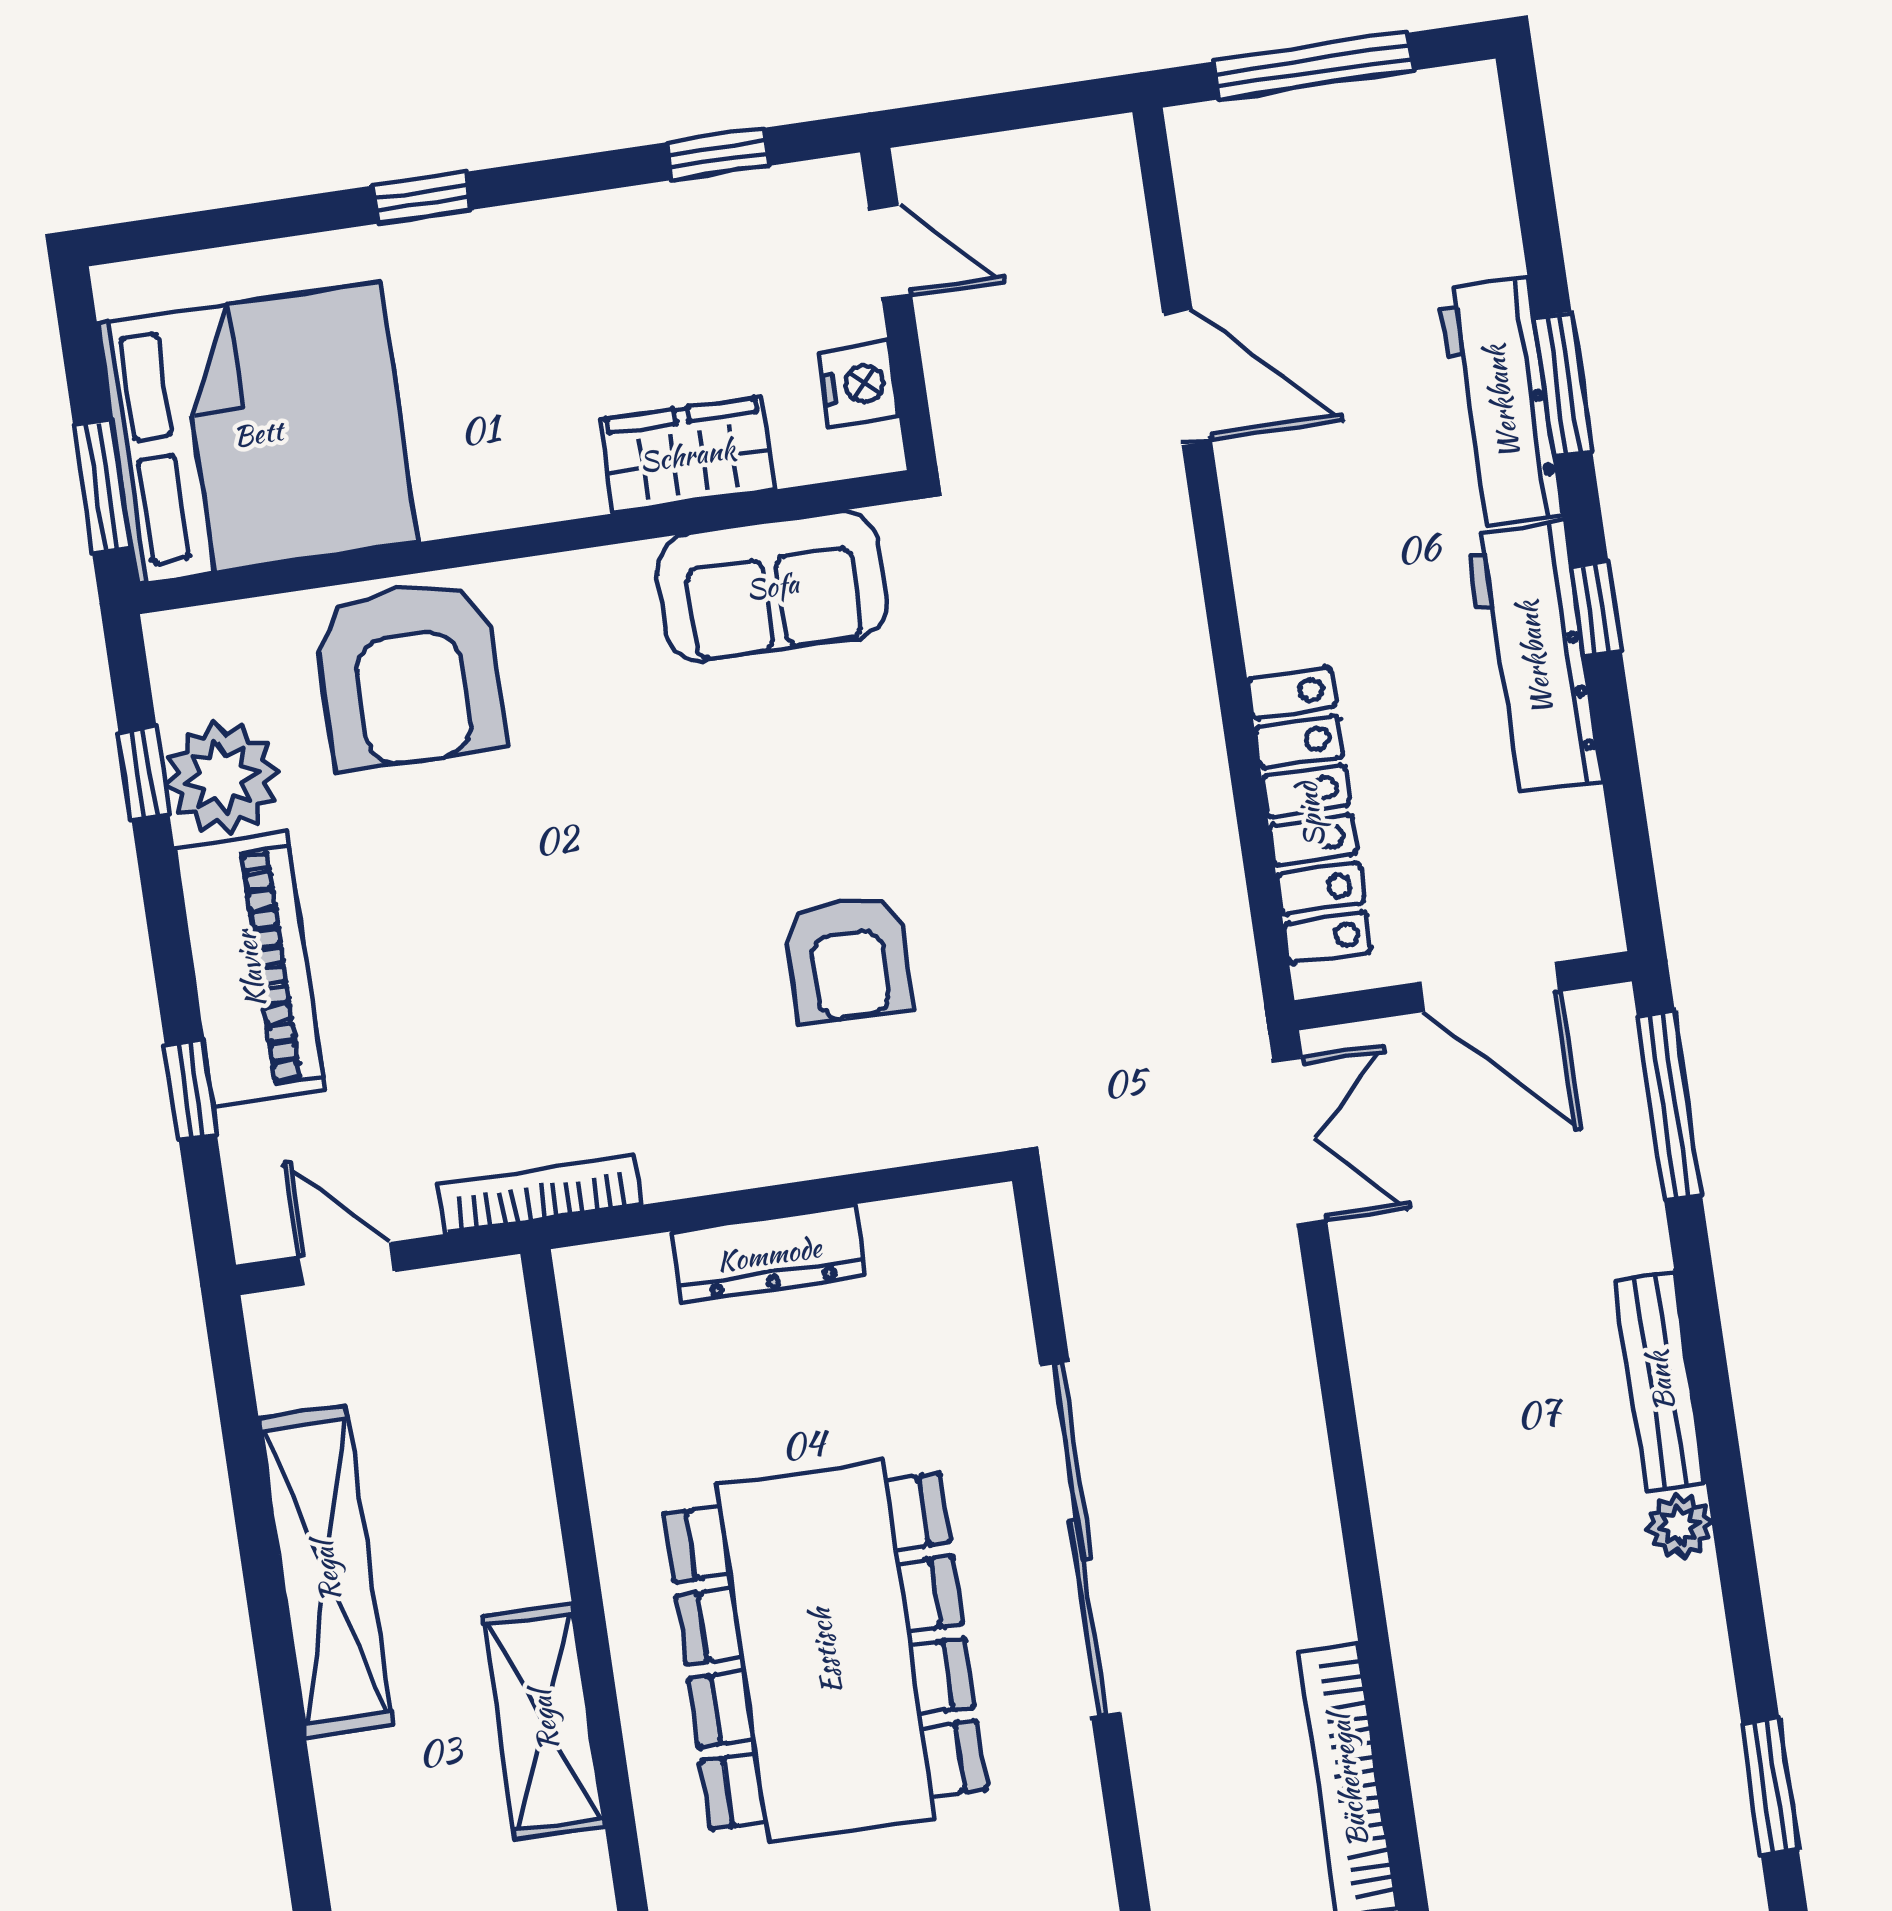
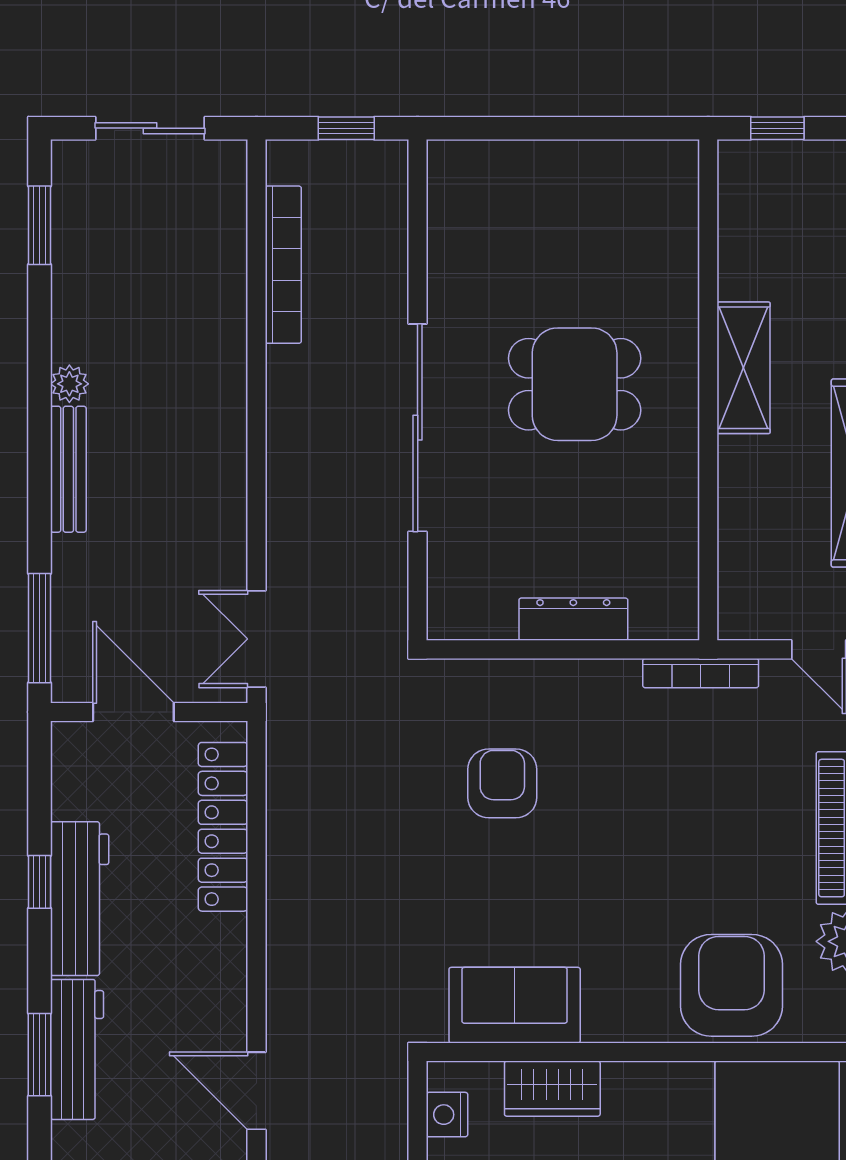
window: (1596, 609) -> (39, 882), moved
dining table: (825, 1651) -> (575, 384), width x0.53, depth x0.80

